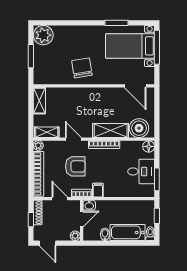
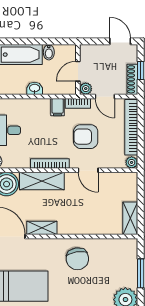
shelving: (47, 132) -> (42, 228), moved
washbasin: (89, 205) -> (35, 88), moved
plant: (75, 236) -> (86, 89), moved

